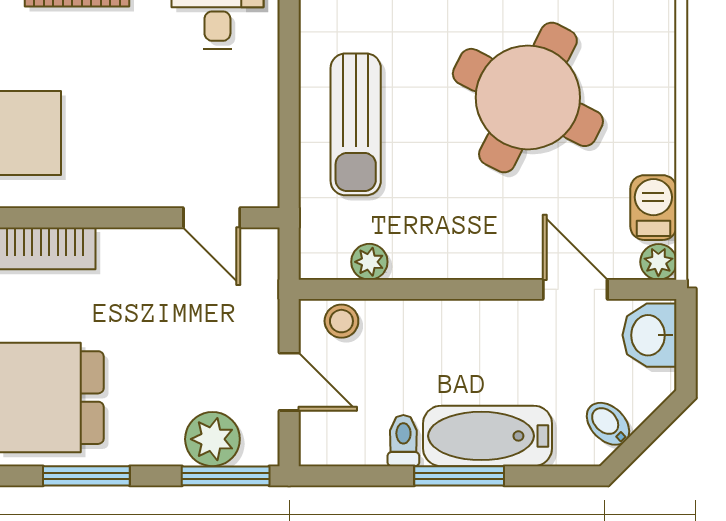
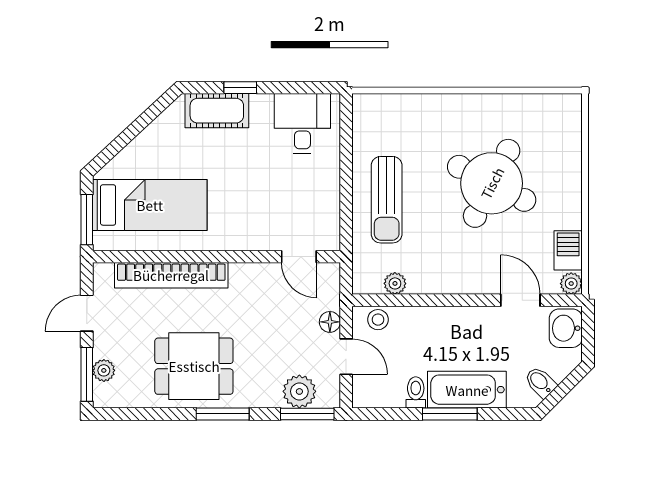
floor lamp: (262, 325) -> (330, 322), added

